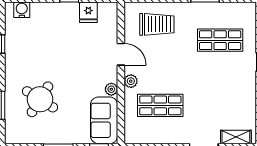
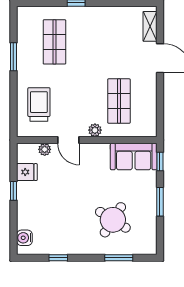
door: (121, 54) -> (68, 140), swing flipped
plant: (111, 89) -> (45, 149), moved

